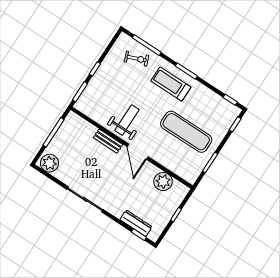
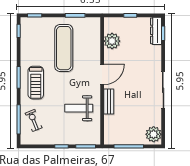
weight bench: (127, 120) -> (79, 108), moved
dresser: (136, 223) -> (156, 31), moved

